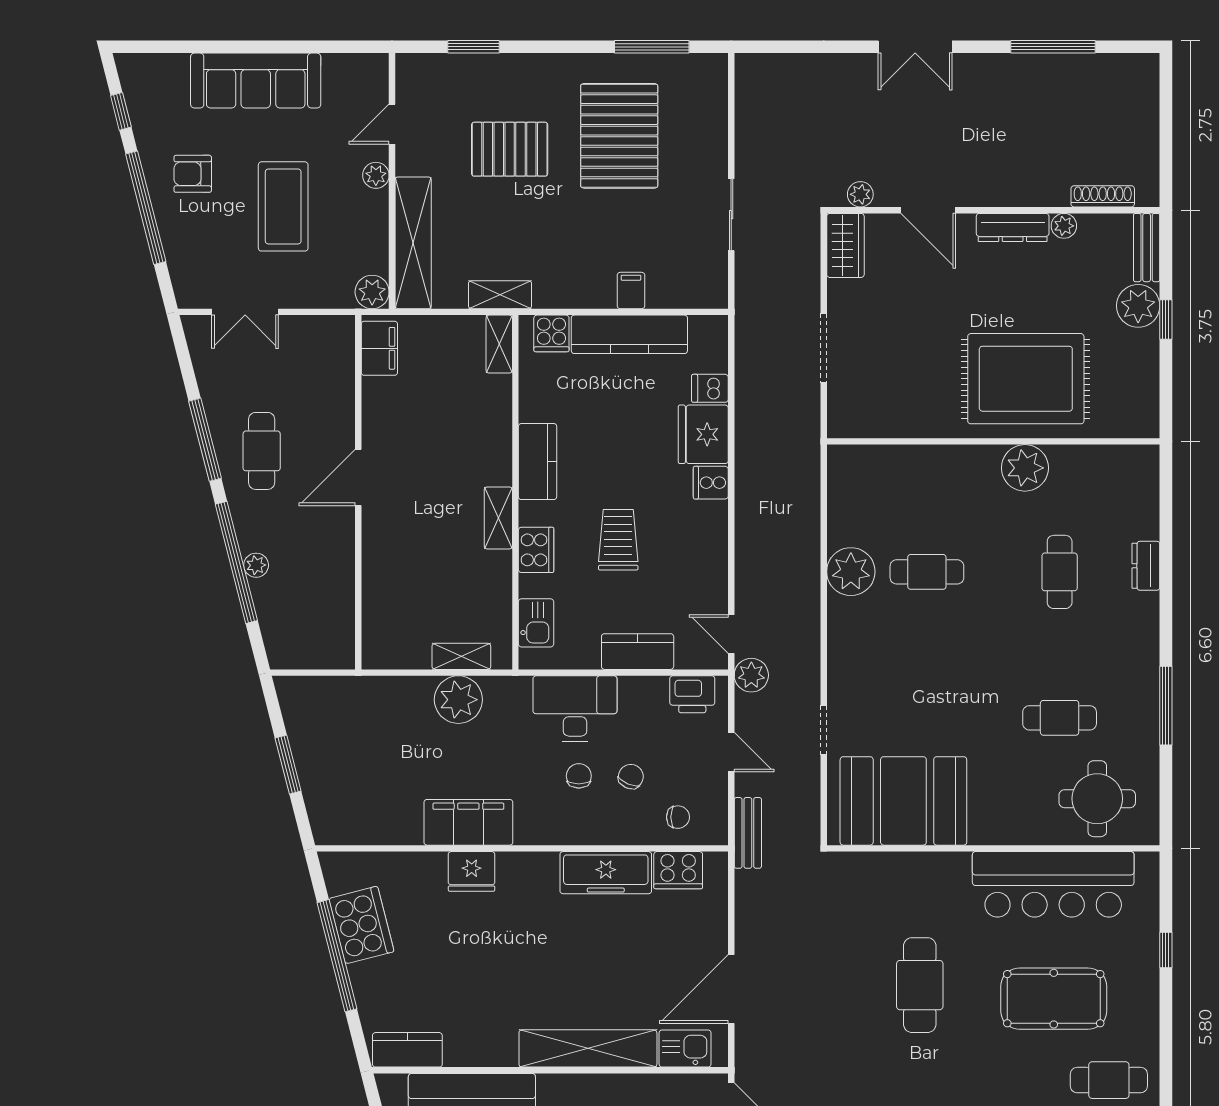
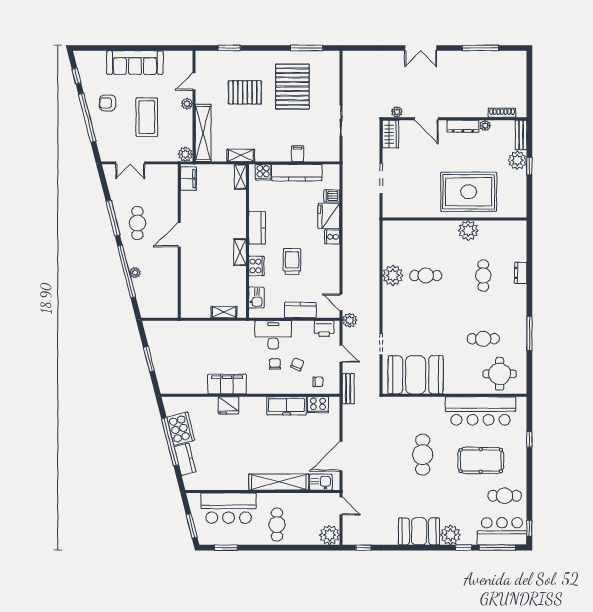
plant: (458, 700) -> (223, 331), removed
kitchen counter: (407, 1050) -> (185, 459), moved, turned 76

